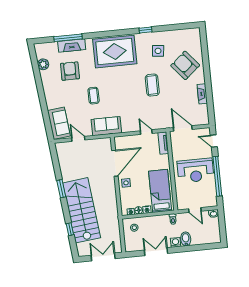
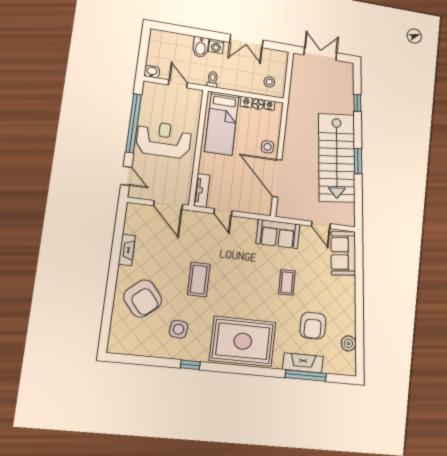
door: (115, 163) -> (277, 178), hinge flipped
stairs: (82, 210) -> (337, 158), moved
double door: (103, 257) -> (320, 54), swing flipped

